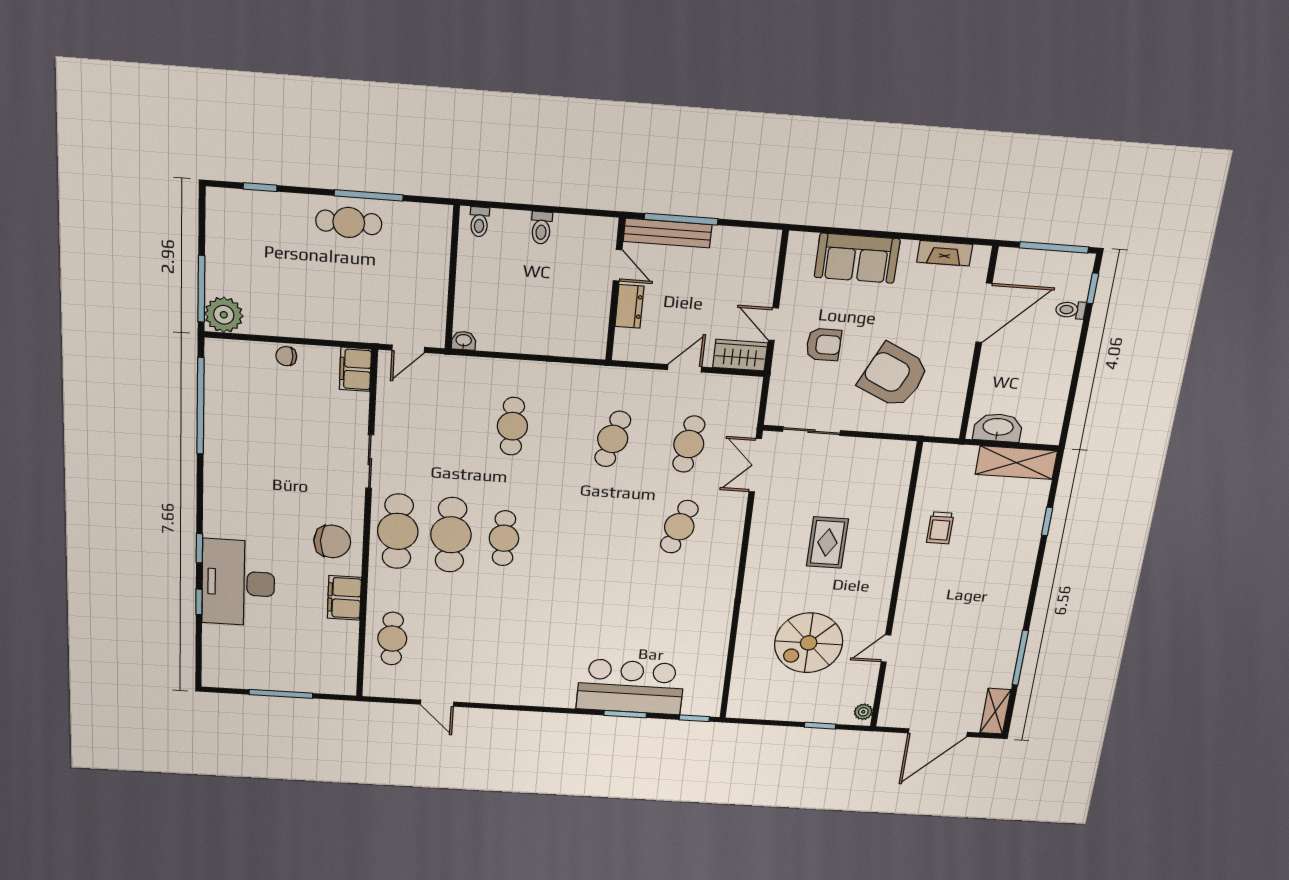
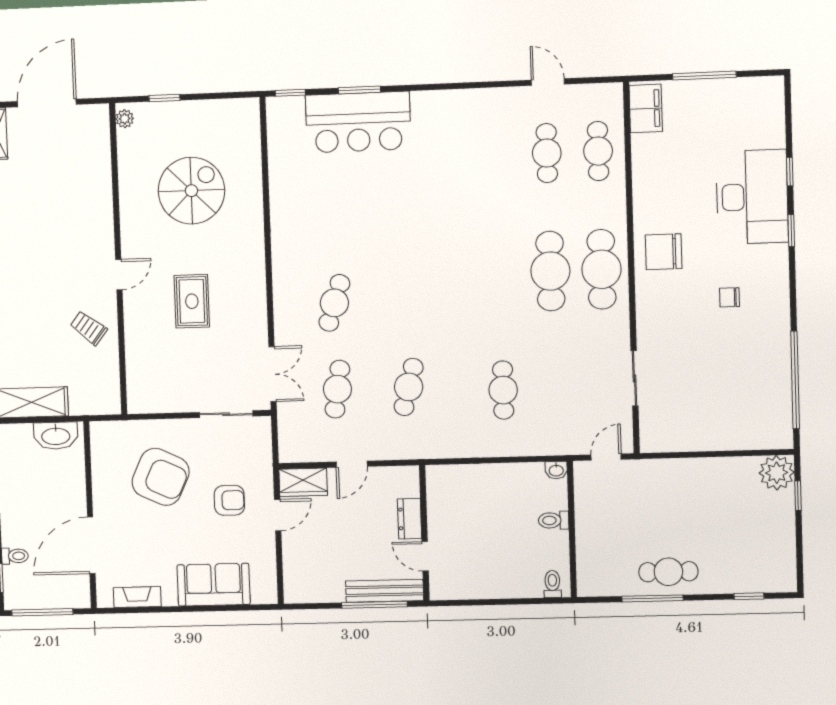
toilet: (541, 228) -> (554, 520), moved, turned -90
window: (201, 289) -> (798, 496), width x0.46
door: (773, 324) -> (278, 515), hinge flipped
armchair: (824, 345) -> (229, 500), turned 180
chair: (286, 356) -> (730, 297), moved, turned 180
filing cabinet: (355, 369) -> (653, 432), removed
sliding door: (370, 462) -> (634, 378), moved
trolley: (940, 528) -> (89, 328), turned -52
cafe table: (504, 538) -> (547, 153), moved
filing cabinet: (344, 598) -> (646, 108), moved
door: (886, 648) -> (119, 275), moved

